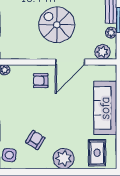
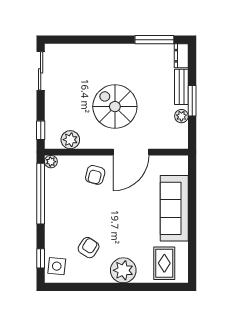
plant: (102, 52) -> (70, 140), moved
armchair: (41, 81) -> (95, 175), turned -75

